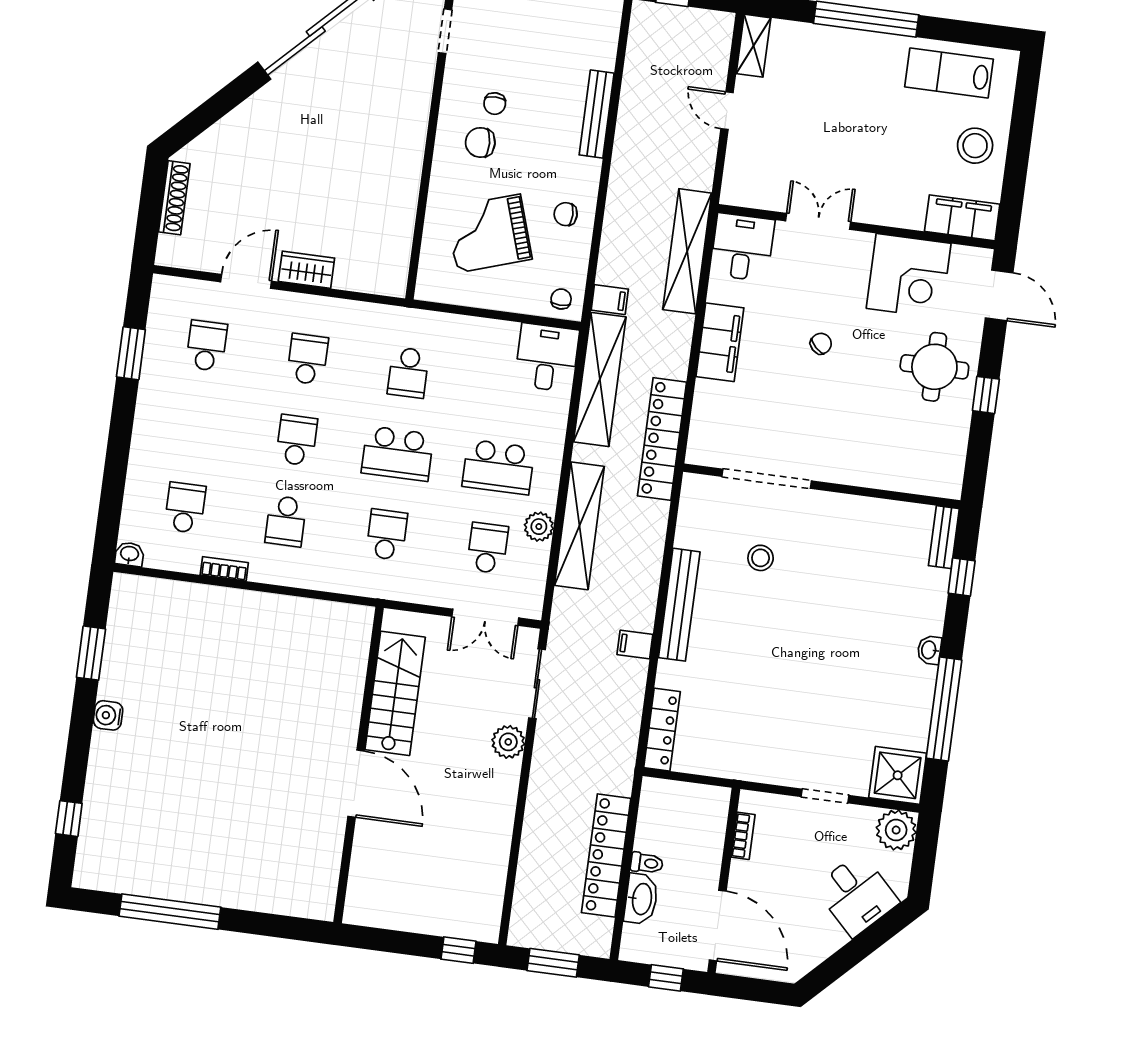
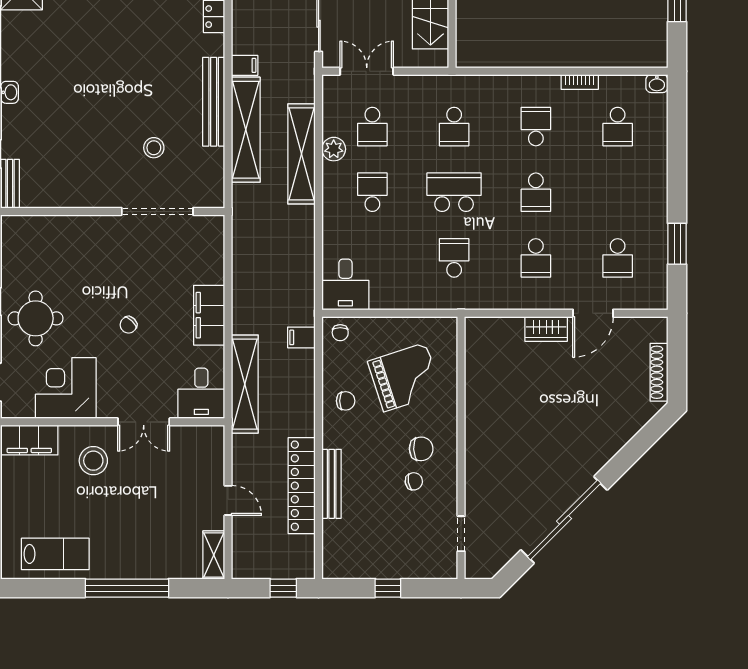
chair: (495, 104) -> (414, 481), turned 79
stool: (975, 146) -> (93, 461), moved
shelving: (600, 379) -> (246, 130), moved
locker: (662, 439) -> (302, 486), moved, turned 180
school desk: (498, 467) -> (372, 192), width x0.54

